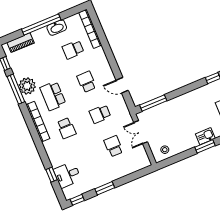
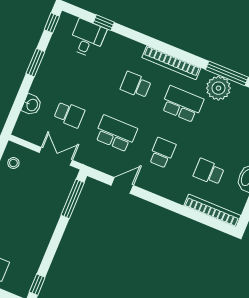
school desk: (73, 50) -> (209, 172), turned -90
school desk: (87, 82) -> (162, 153), turned -90
school desk: (100, 114) -> (116, 134), width x1.85
washbasin: (127, 169) -> (32, 105), added

